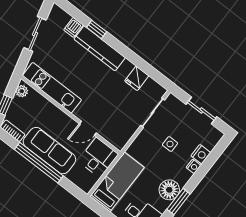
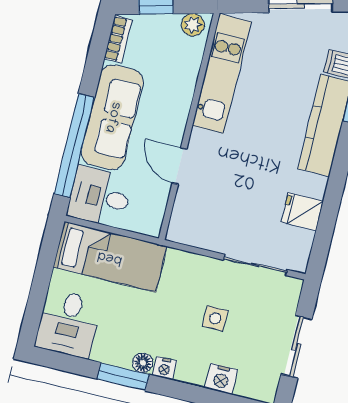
desk: (98, 158) -> (100, 197), moved, turned 180
window: (39, 163) -> (74, 146), moved
nightstand: (193, 166) -> (165, 368), moved
floor lamp: (169, 190) -> (143, 363), width x0.53, depth x0.53

